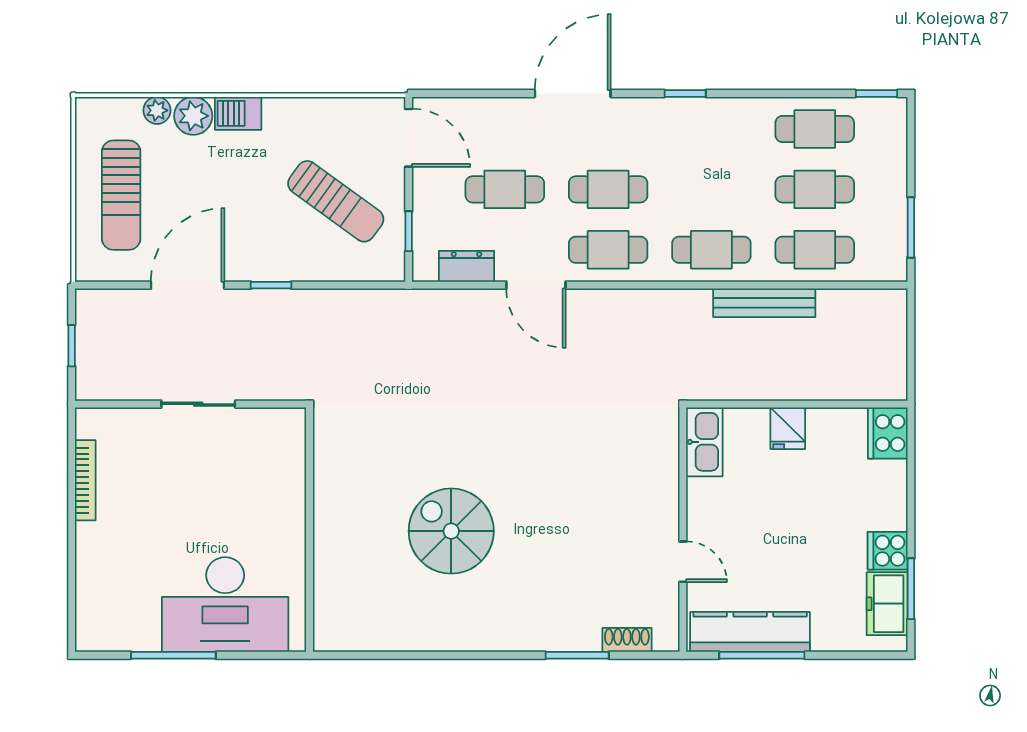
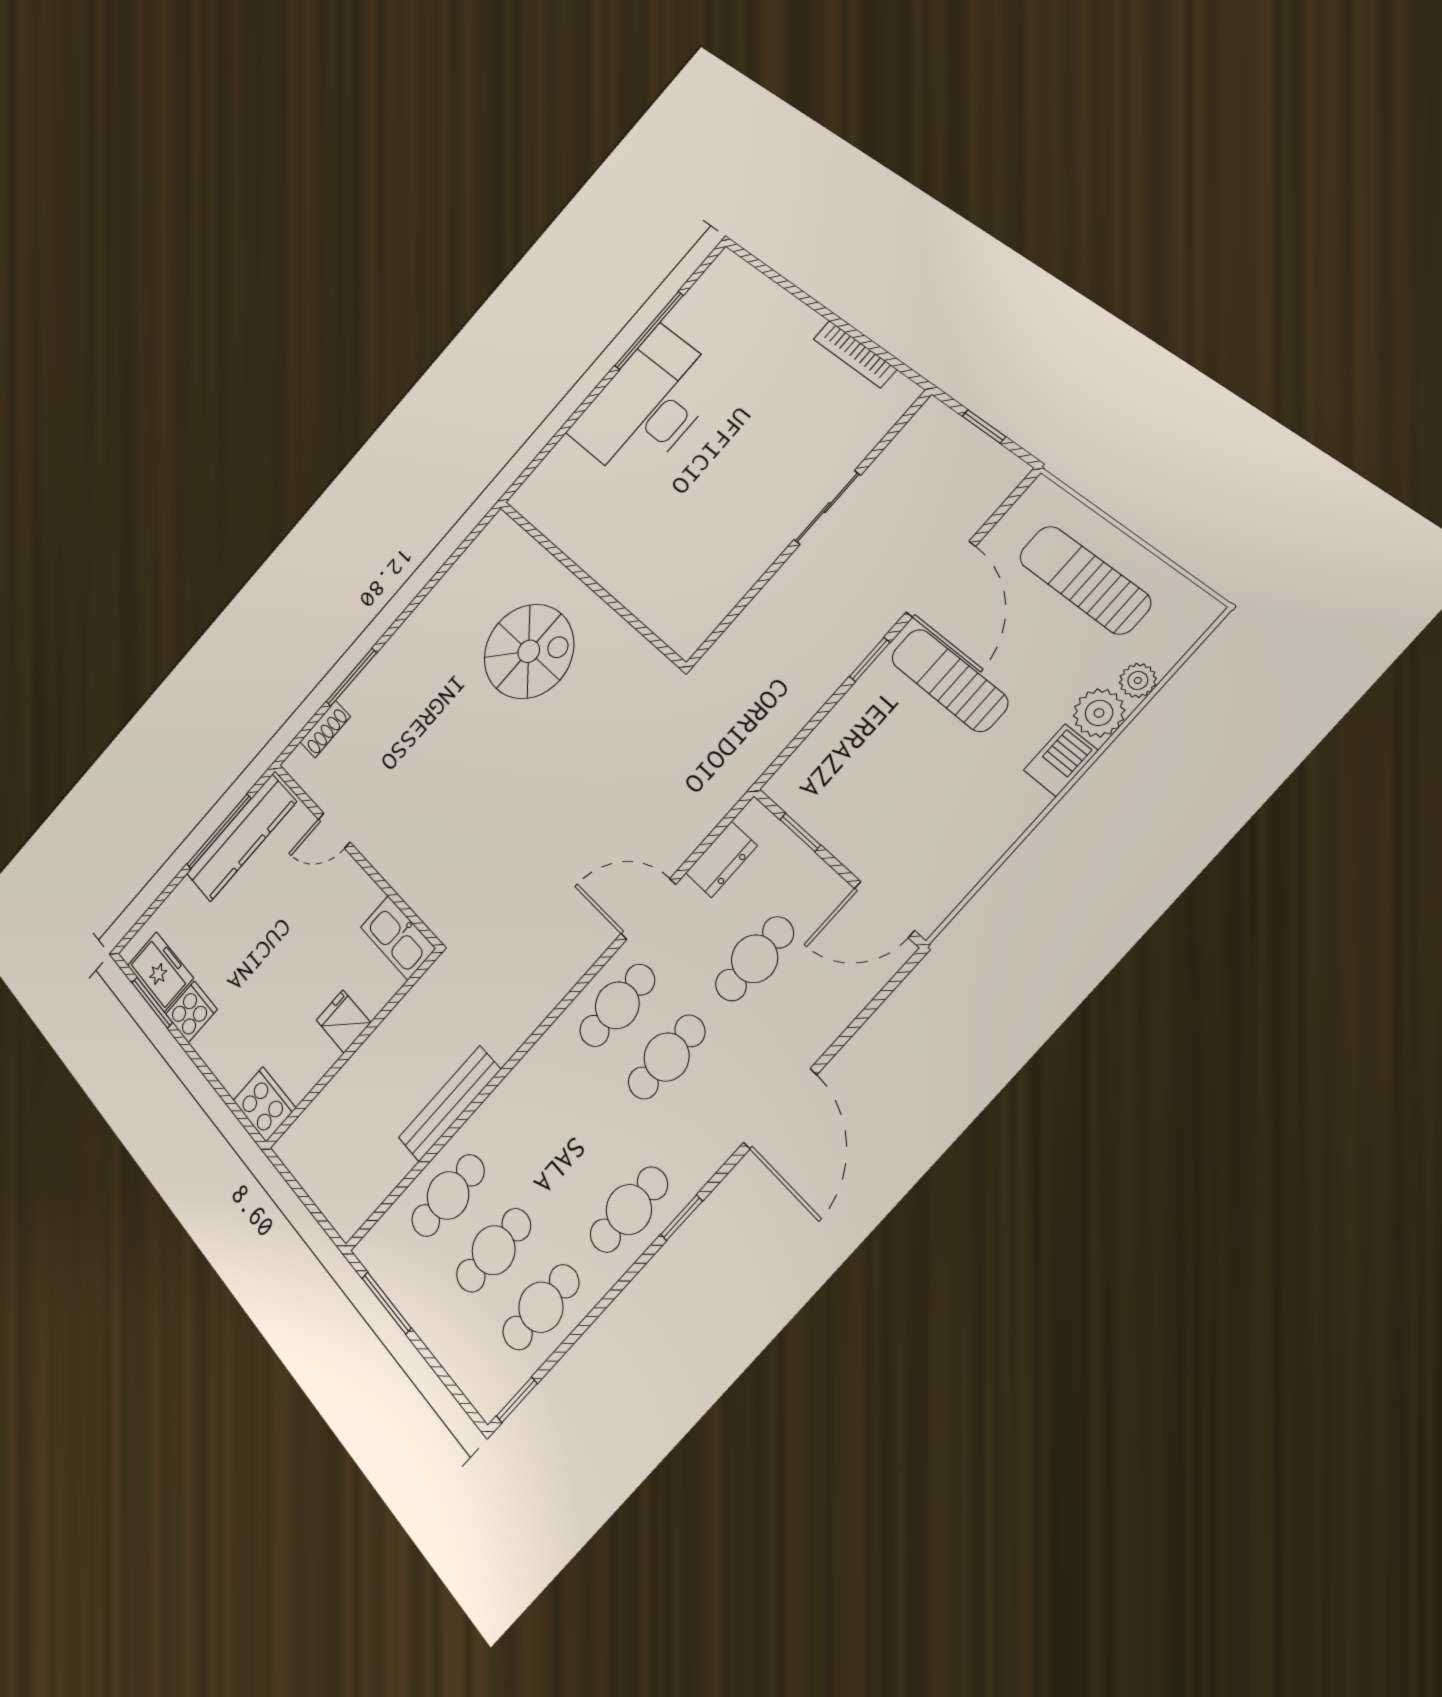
sun lounger: (336, 201) -> (949, 680), moved, turned 54
cafe table: (711, 250) -> (629, 1210), moved
wall: (310, 530) -> (590, 583), moved

